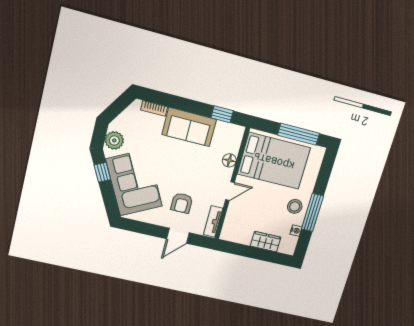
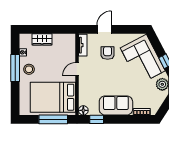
window: (299, 134) -> (53, 119), moved
floor lamp: (229, 160) -> (83, 110), moved

